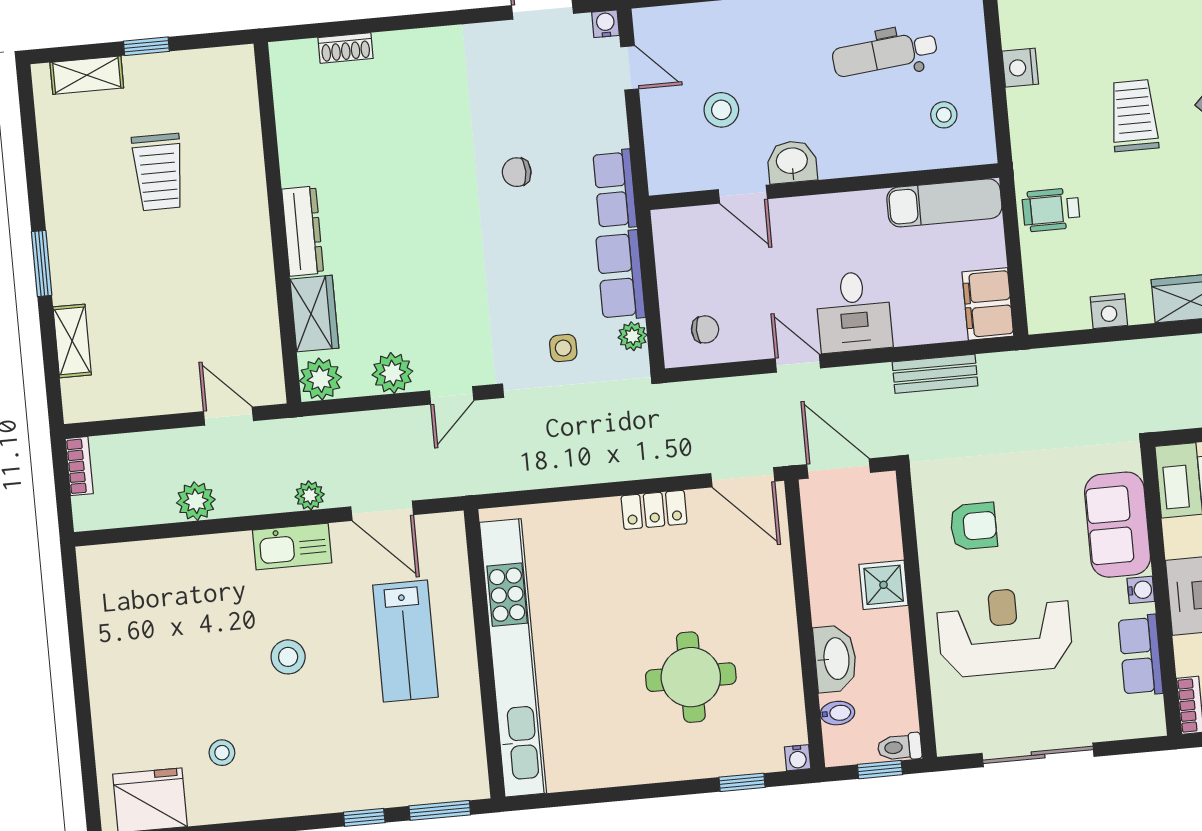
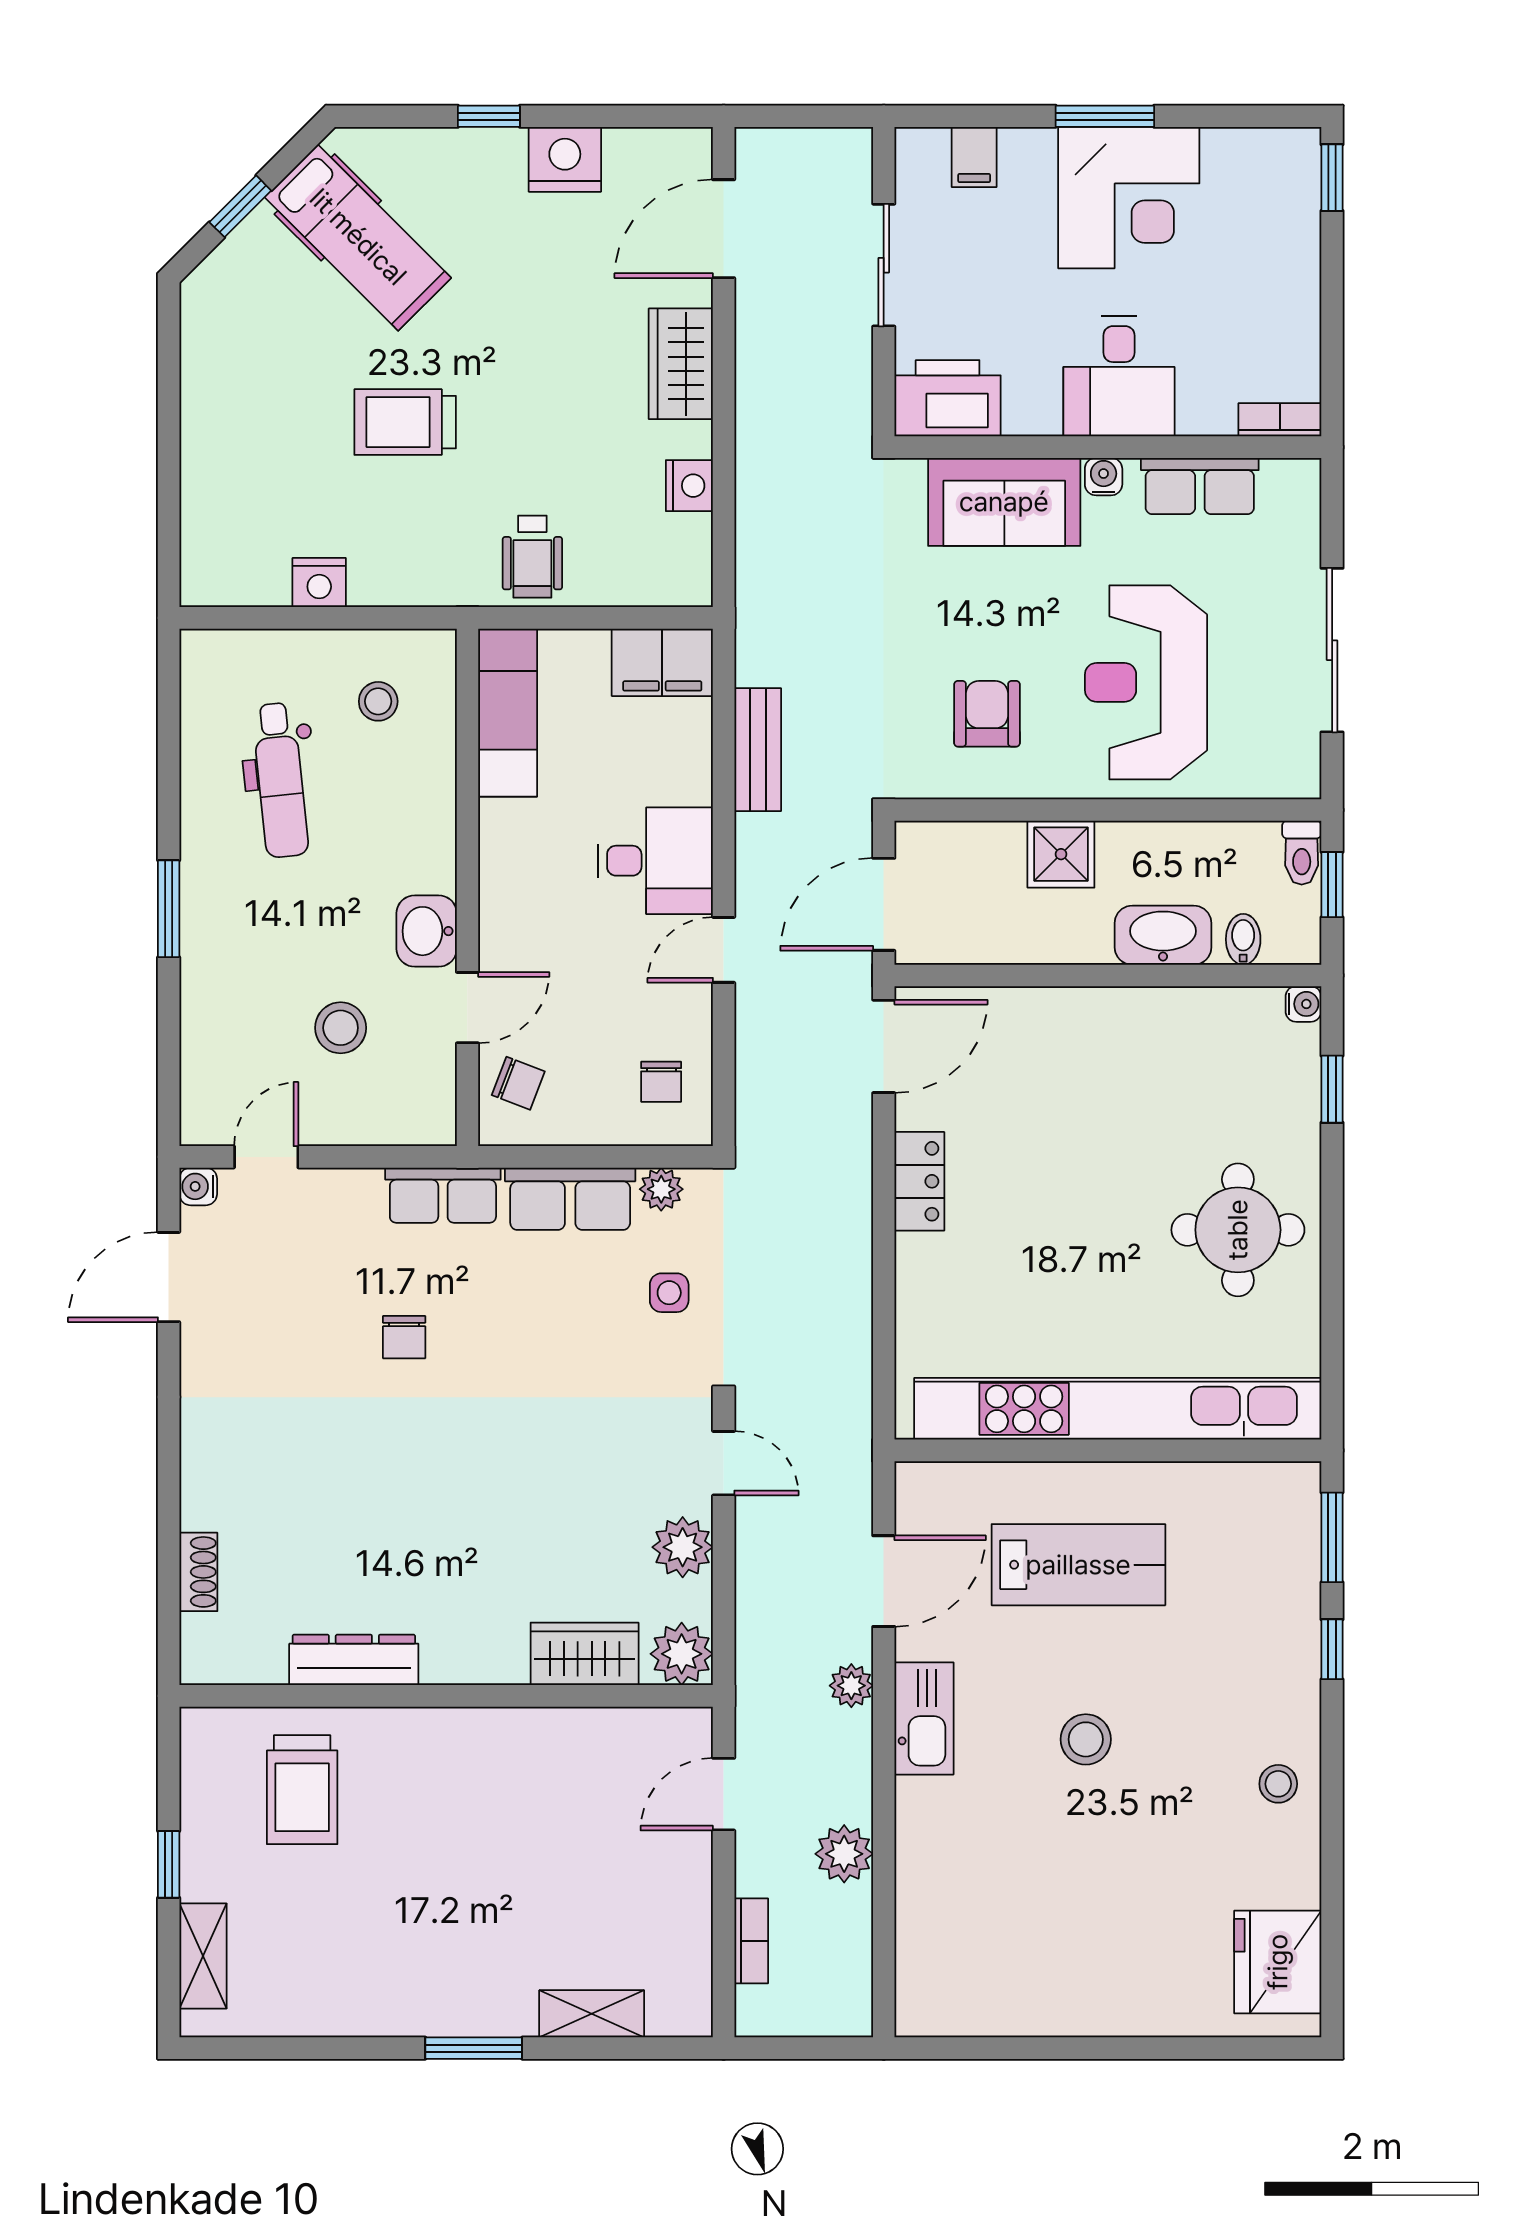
trolley: (158, 172) -> (302, 1790), moved, turned 90
dresser: (303, 231) -> (354, 1660), moved
chair: (695, 233) -> (518, 1083), added
chair: (705, 329) -> (661, 1082), turned 180
bookcase: (79, 466) -> (751, 1941), moved, turned 90
round table: (691, 677) -> (1238, 1230), moved
stool: (222, 753) -> (1278, 1784), moved

